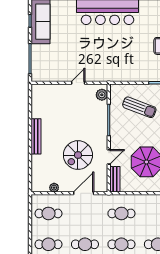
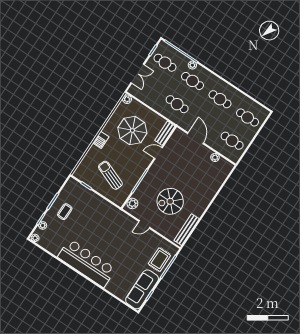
rug: (43, 60) -> (159, 260), added
bench: (36, 136) -> (187, 230), moved
spiral stairs: (78, 155) -> (170, 201), moved, turned 180
door: (84, 193) -> (196, 138), swing flipped

